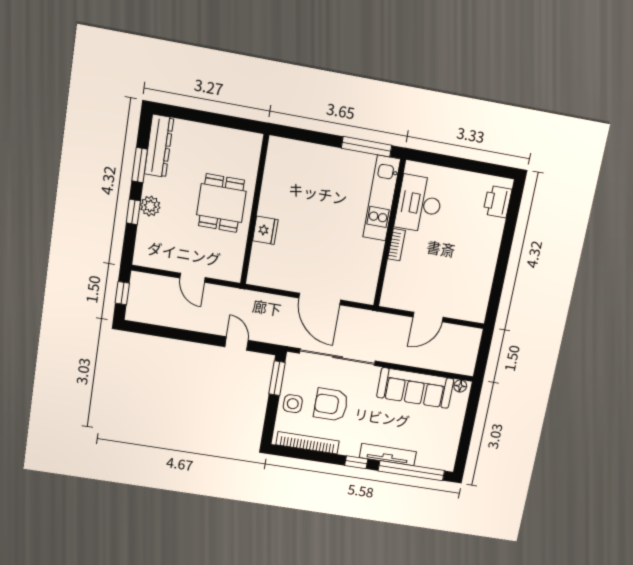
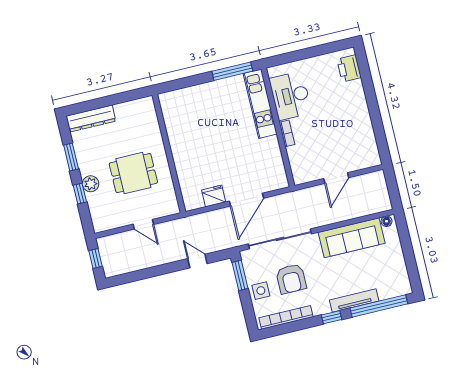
dresser: (159, 146) -> (91, 119), moved, turned 90
dining table: (221, 203) -> (133, 173), moved, turned 90
fridge: (265, 230) -> (214, 196), moved, turned -90
door: (320, 299) -> (246, 200), hinge flipped
armchair: (331, 405) -> (291, 279), turned -90

